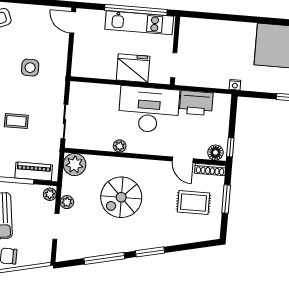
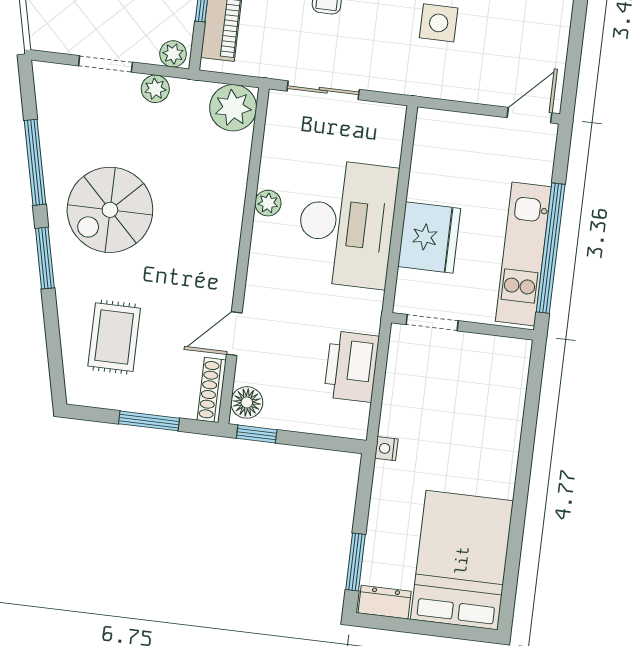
desk: (149, 110) -> (347, 224), moved
spiral stairs: (121, 197) -> (110, 210), moved, turned -90
rug: (193, 202) -> (114, 337), moved

